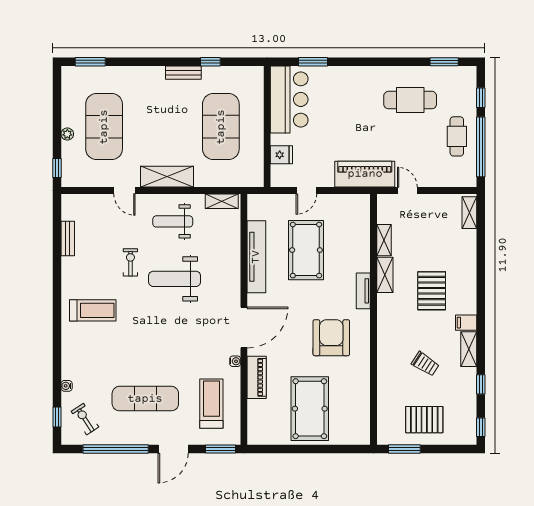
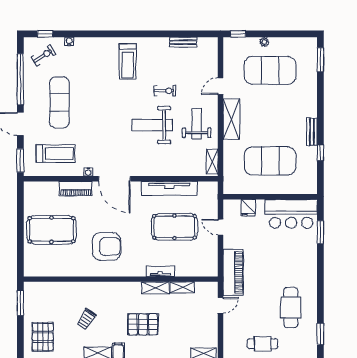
weight bench: (175, 279) -> (152, 125), turned -90
tv unit: (363, 291) -> (160, 271), moved
pallet: (424, 420) -> (43, 337), moved

